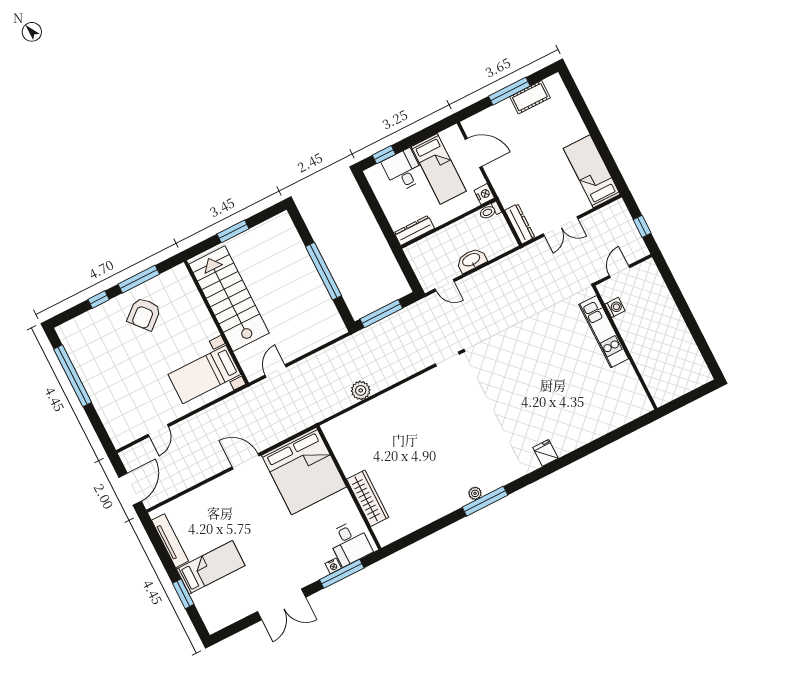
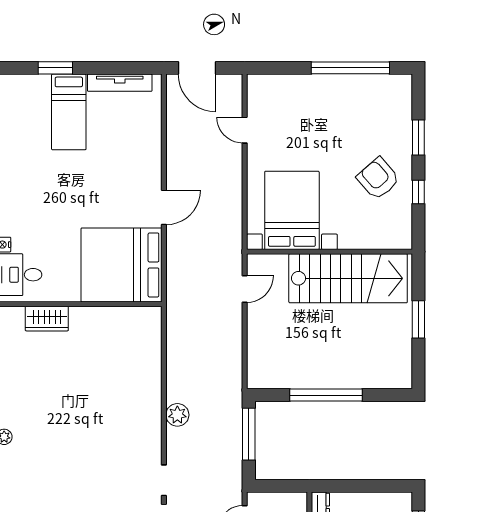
window: (139, 279) -> (418, 192), width x0.46
window: (99, 299) -> (418, 138), width x1.50
door: (276, 371) -> (245, 289), hinge flipped
bed with nightstands: (204, 374) -> (292, 210), width x1.36
plant: (361, 390) -> (177, 415), moved
wardrobe: (368, 498) -> (47, 319), width x0.67

